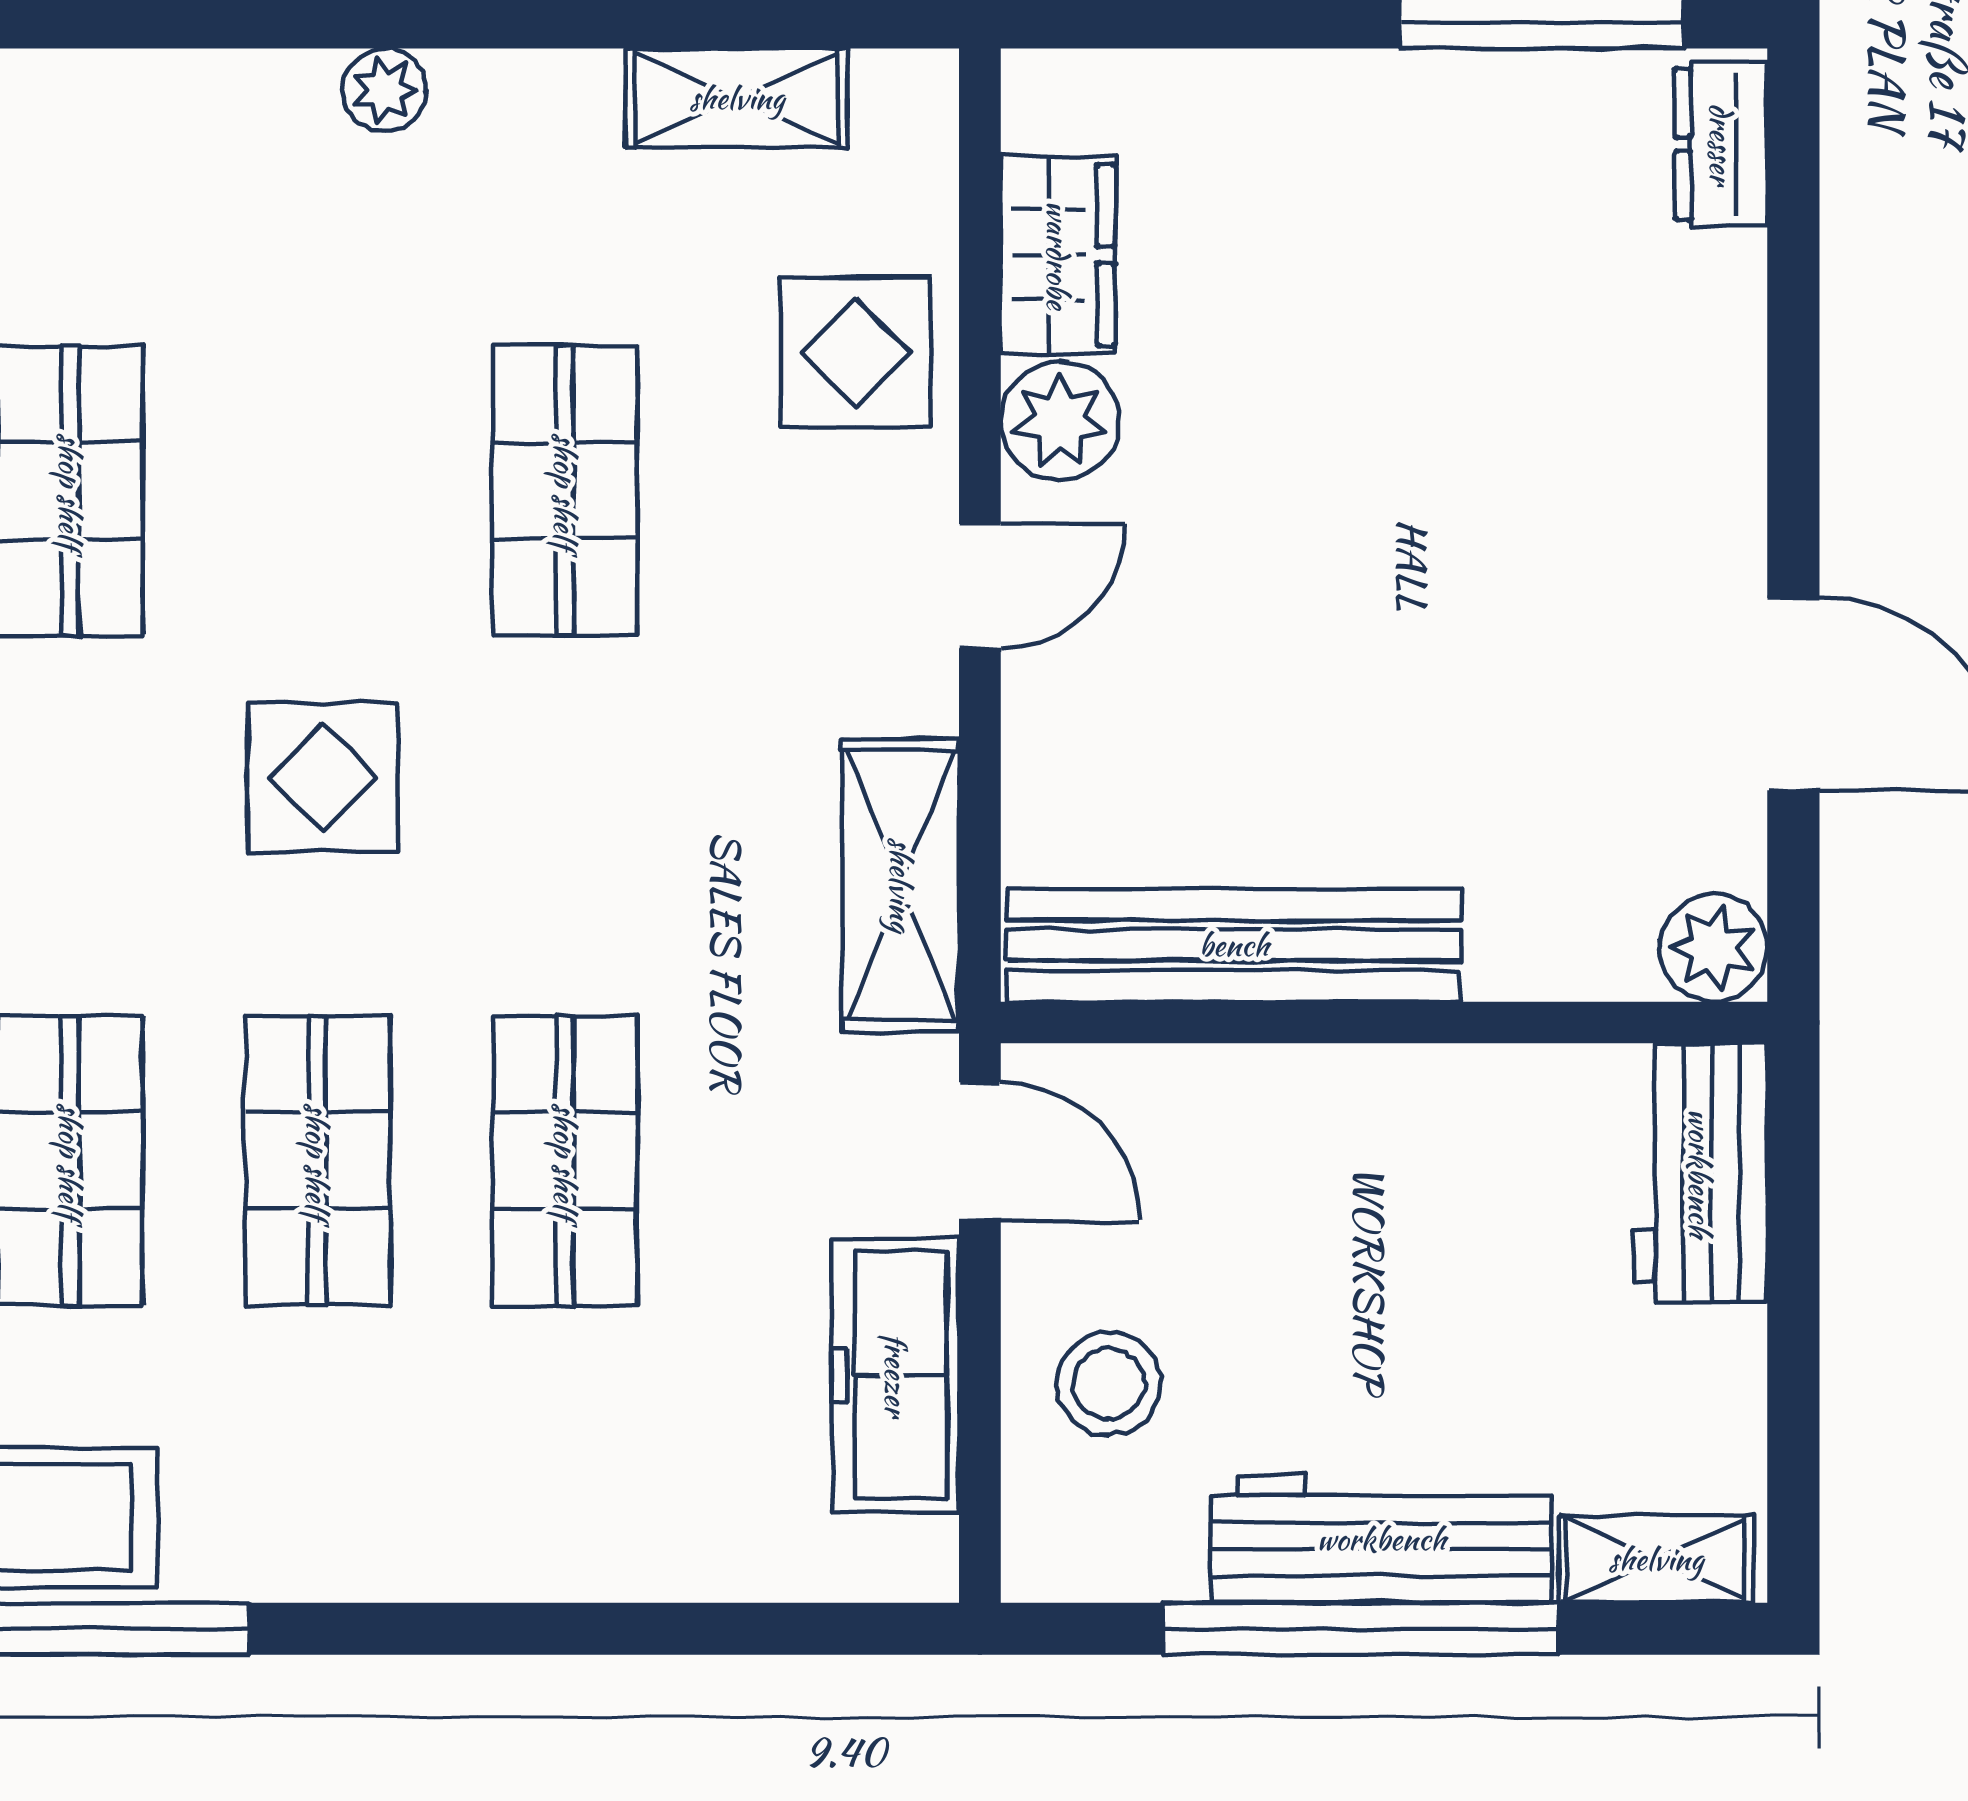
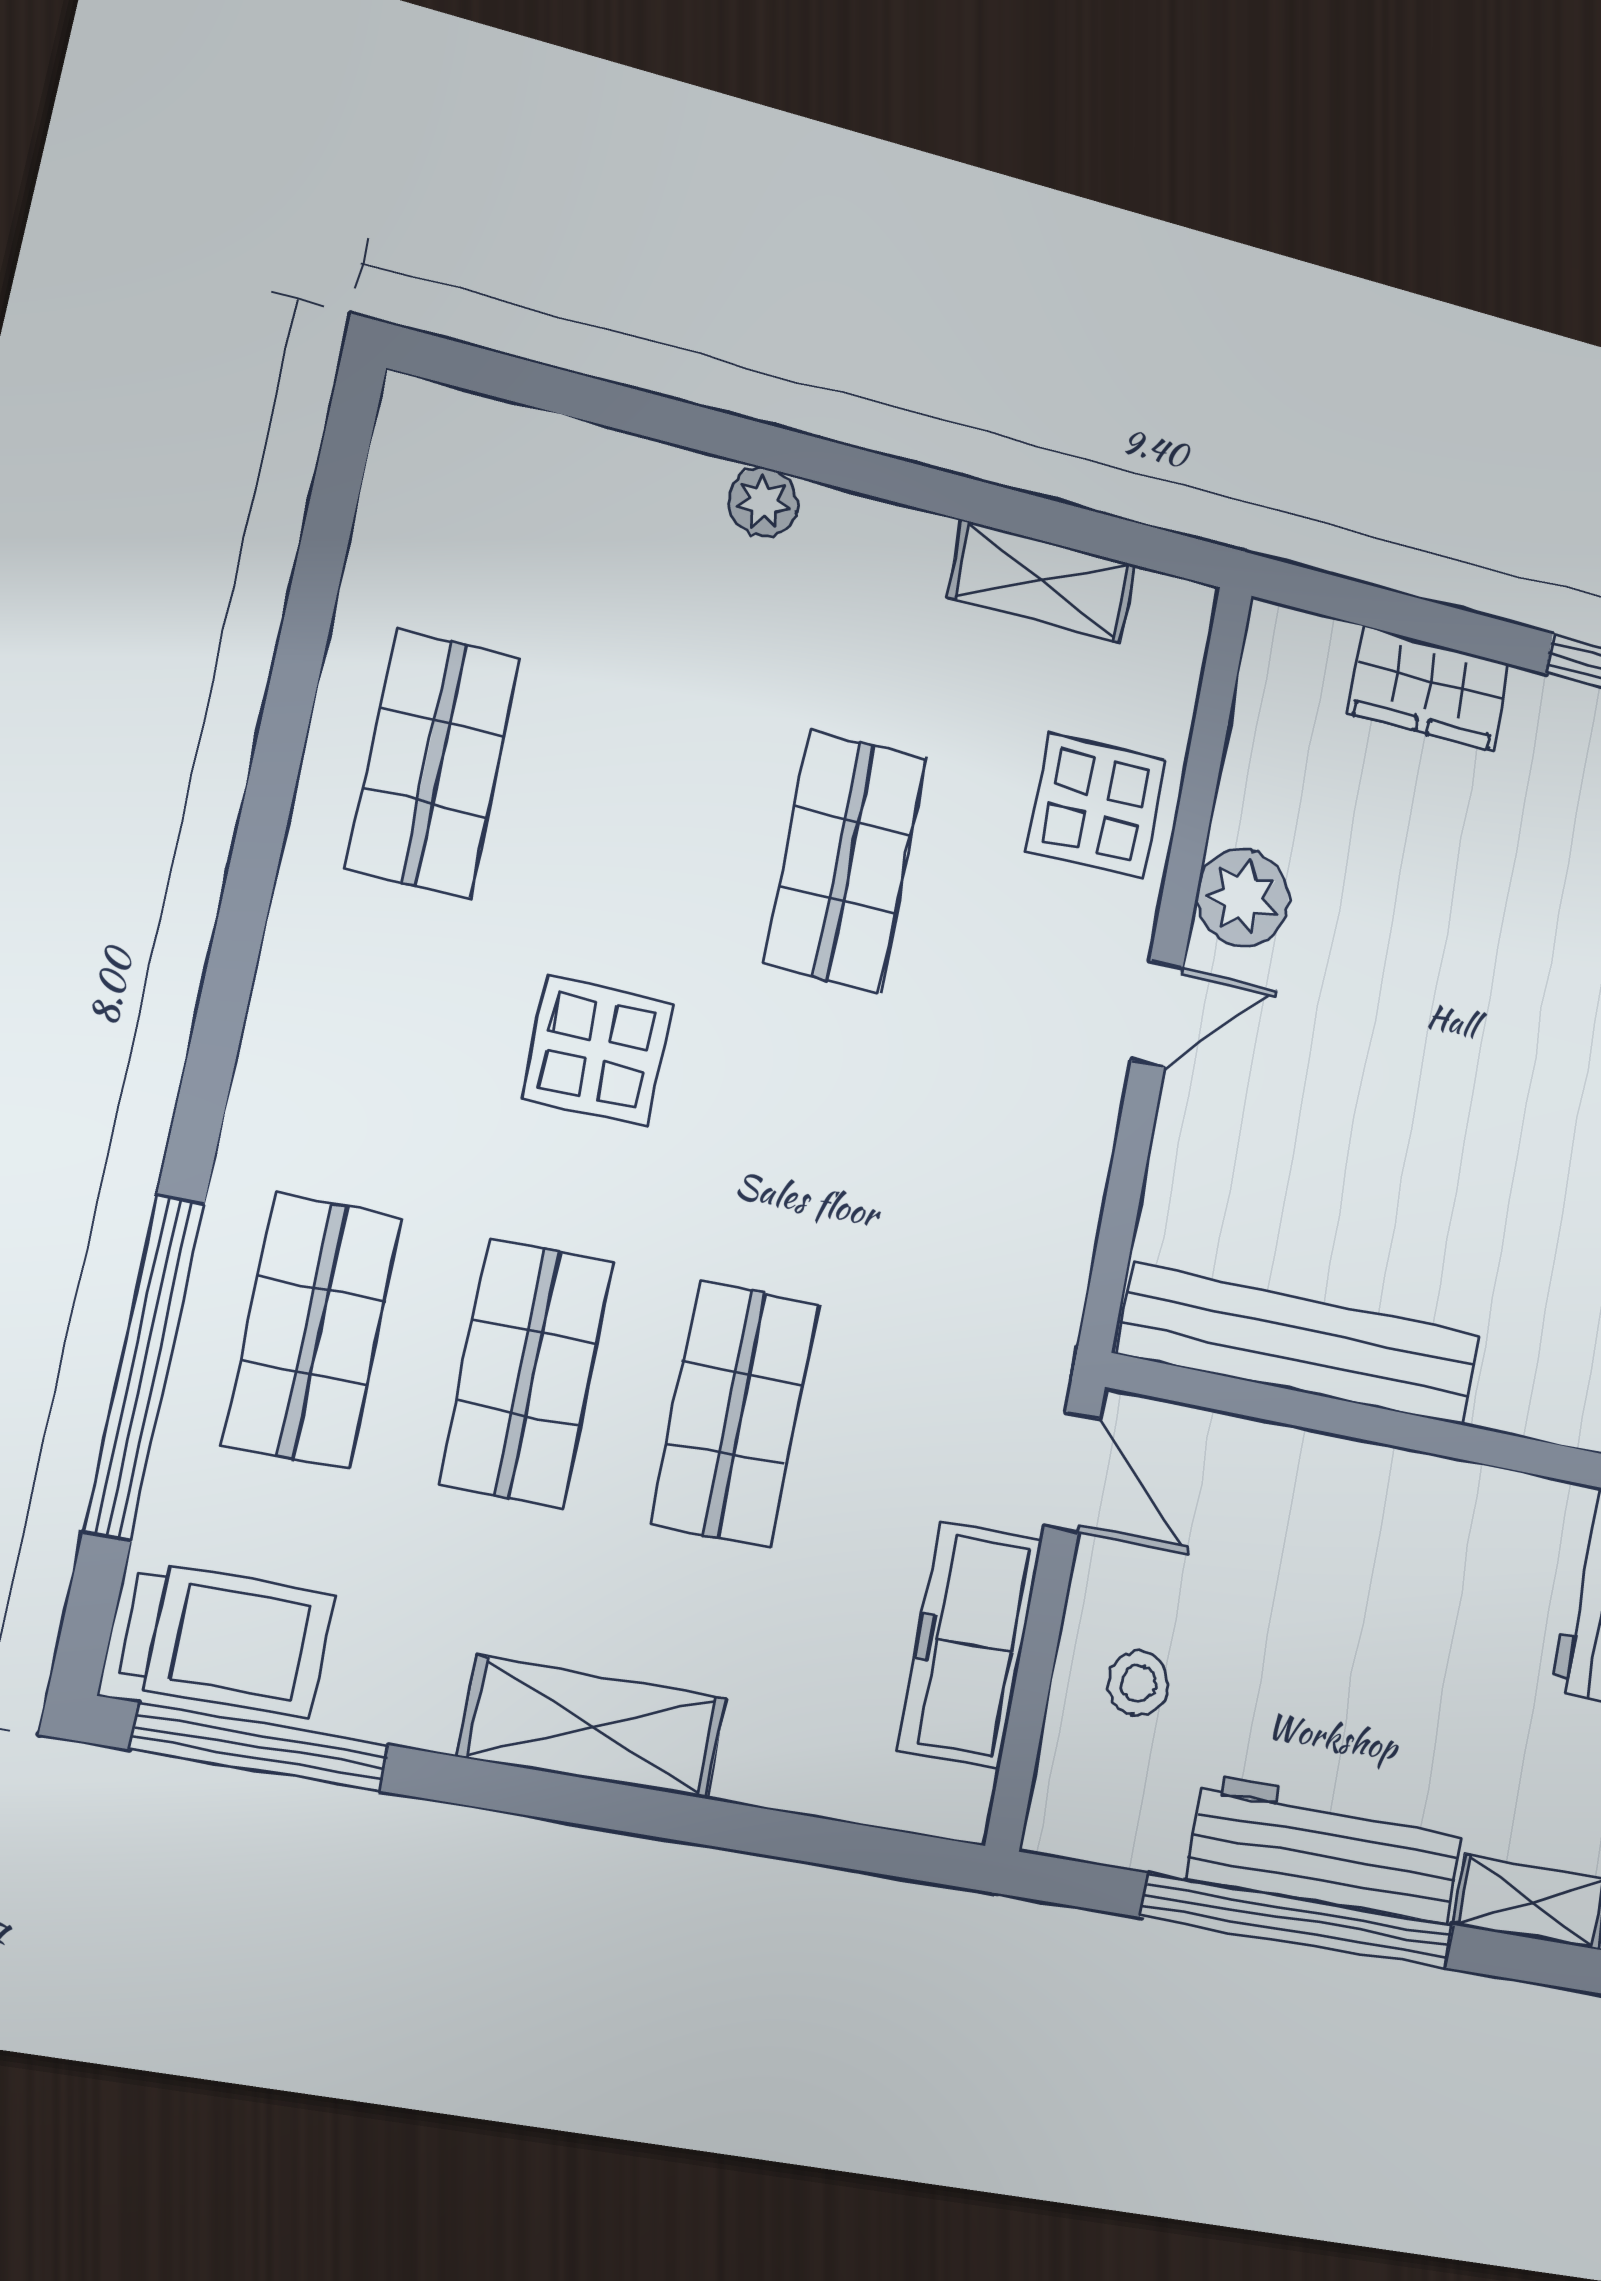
wardrobe: (1058, 255) -> (1429, 688), moved, turned 90
shelving: (901, 885) -> (593, 1727), moved, turned 90
stool: (1109, 1384) -> (1138, 1683), width x0.73, depth x0.73

